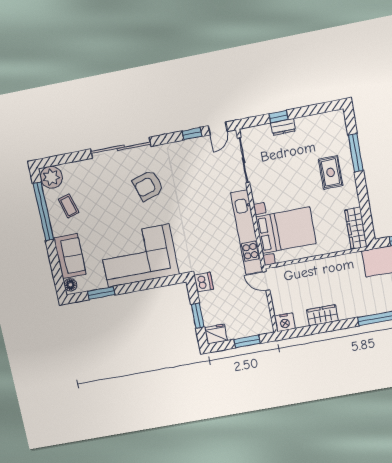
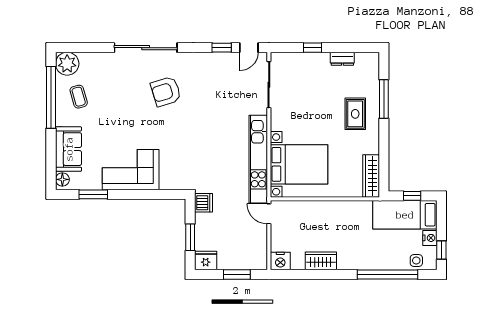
dresser: (283, 127) -> (342, 59), moved
corner sofa: (139, 256) -> (131, 170), width x0.73, depth x0.74

